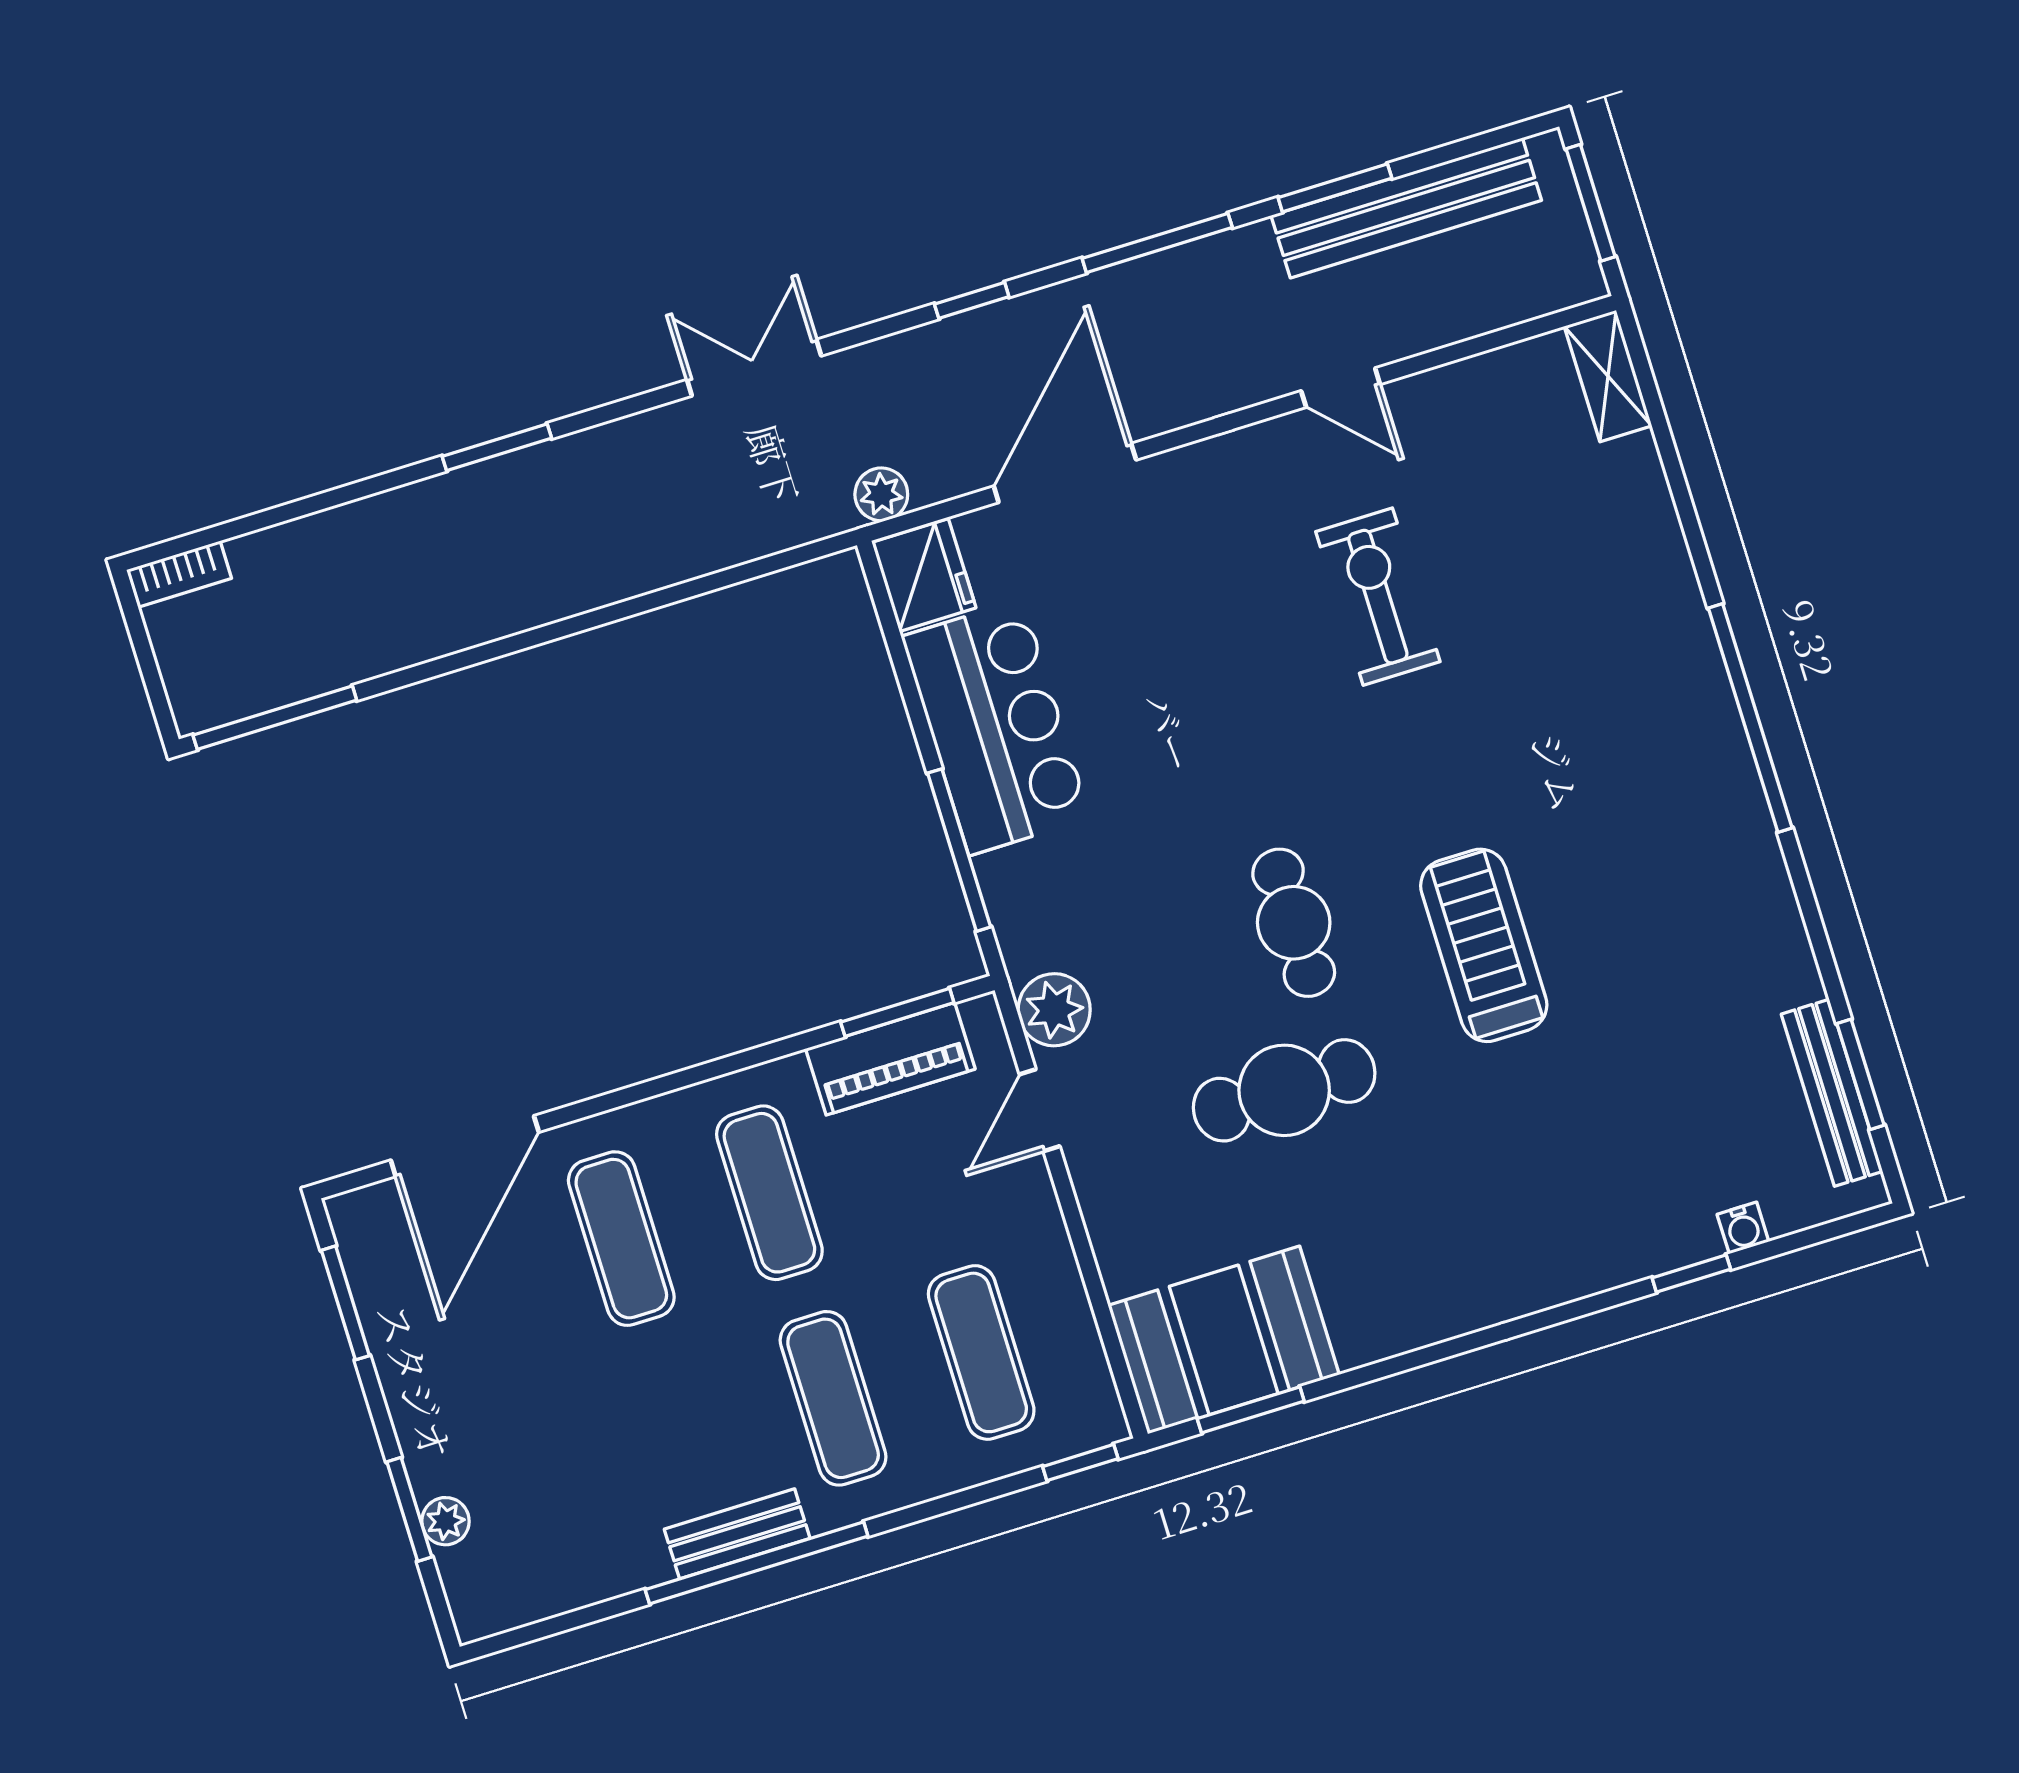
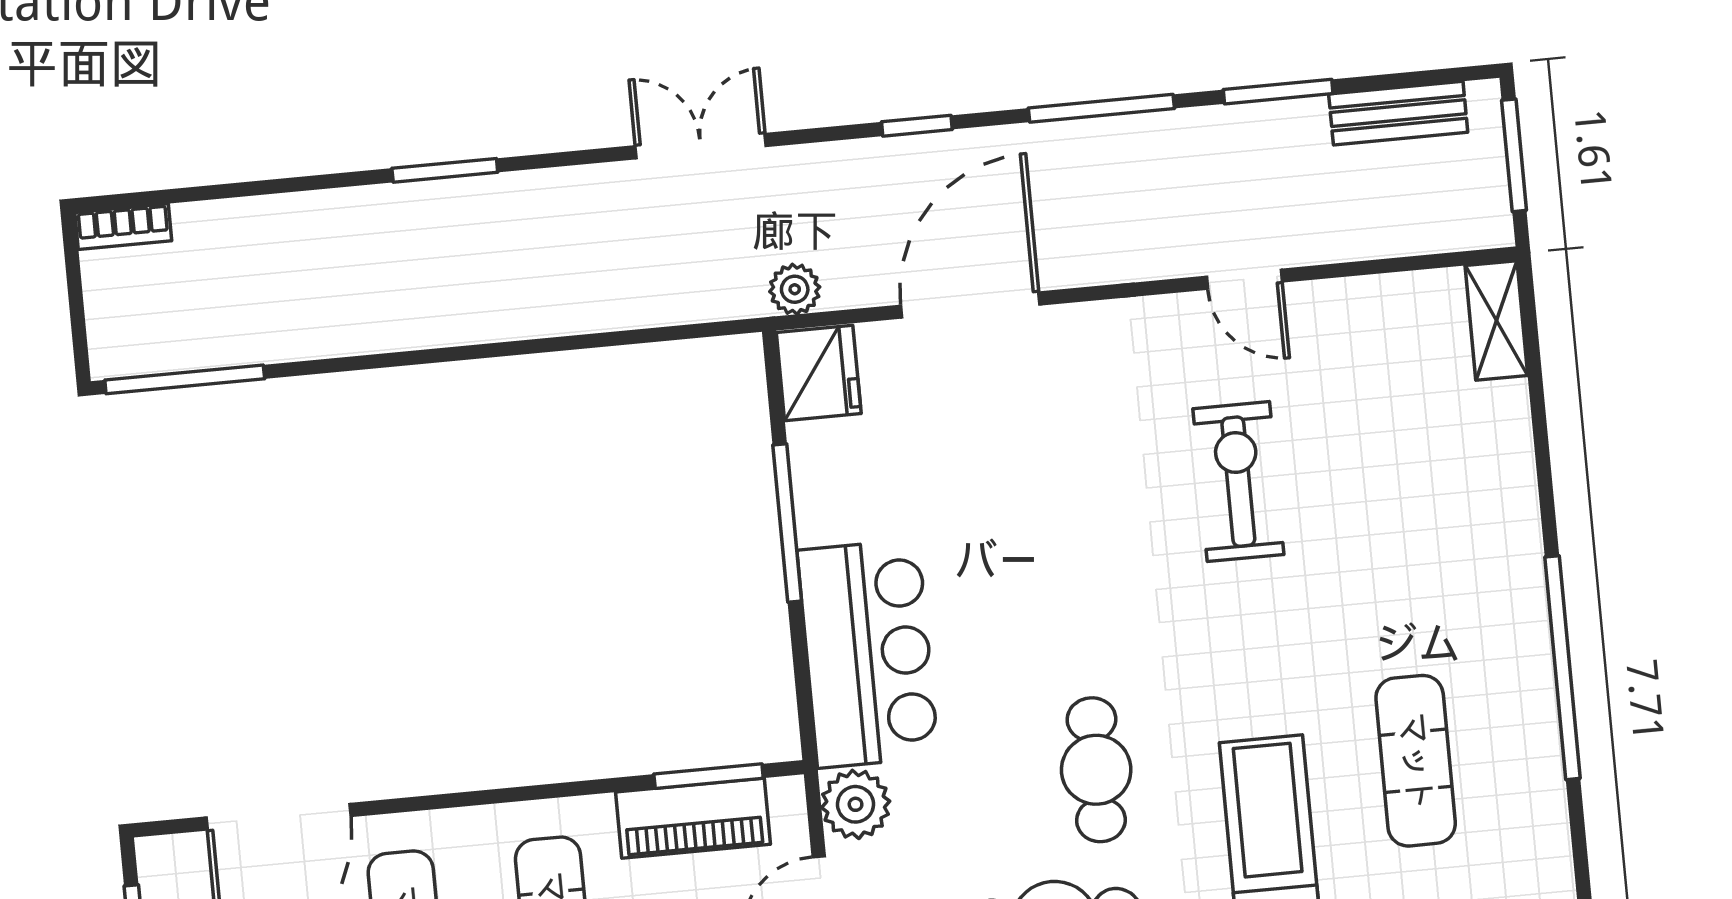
bench: (1406, 208) -> (1398, 113), width x0.54, depth x0.82
bar counter: (996, 727) -> (868, 654), moved
exercise mat: (1619, 845) -> (1416, 761), added
window: (959, 850) -> (787, 523), moved

